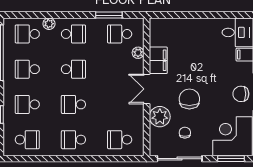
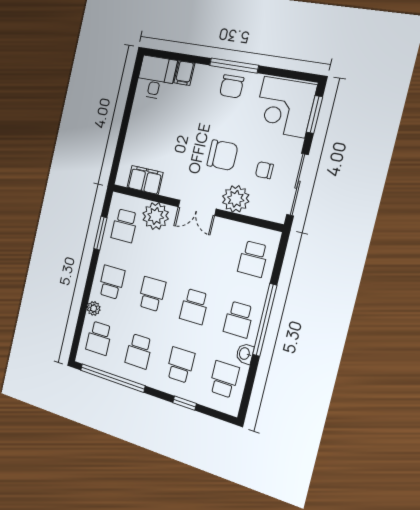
plant: (138, 53) -> (156, 216), width x1.88, depth x1.88
filing cabinet: (158, 60) -> (145, 180), moved
chair: (189, 99) -> (222, 155), turned 180
school desk: (27, 104) -> (180, 365), turned 180
washbasin: (50, 150) -> (245, 354), added
window: (79, 159) -> (265, 320), added

